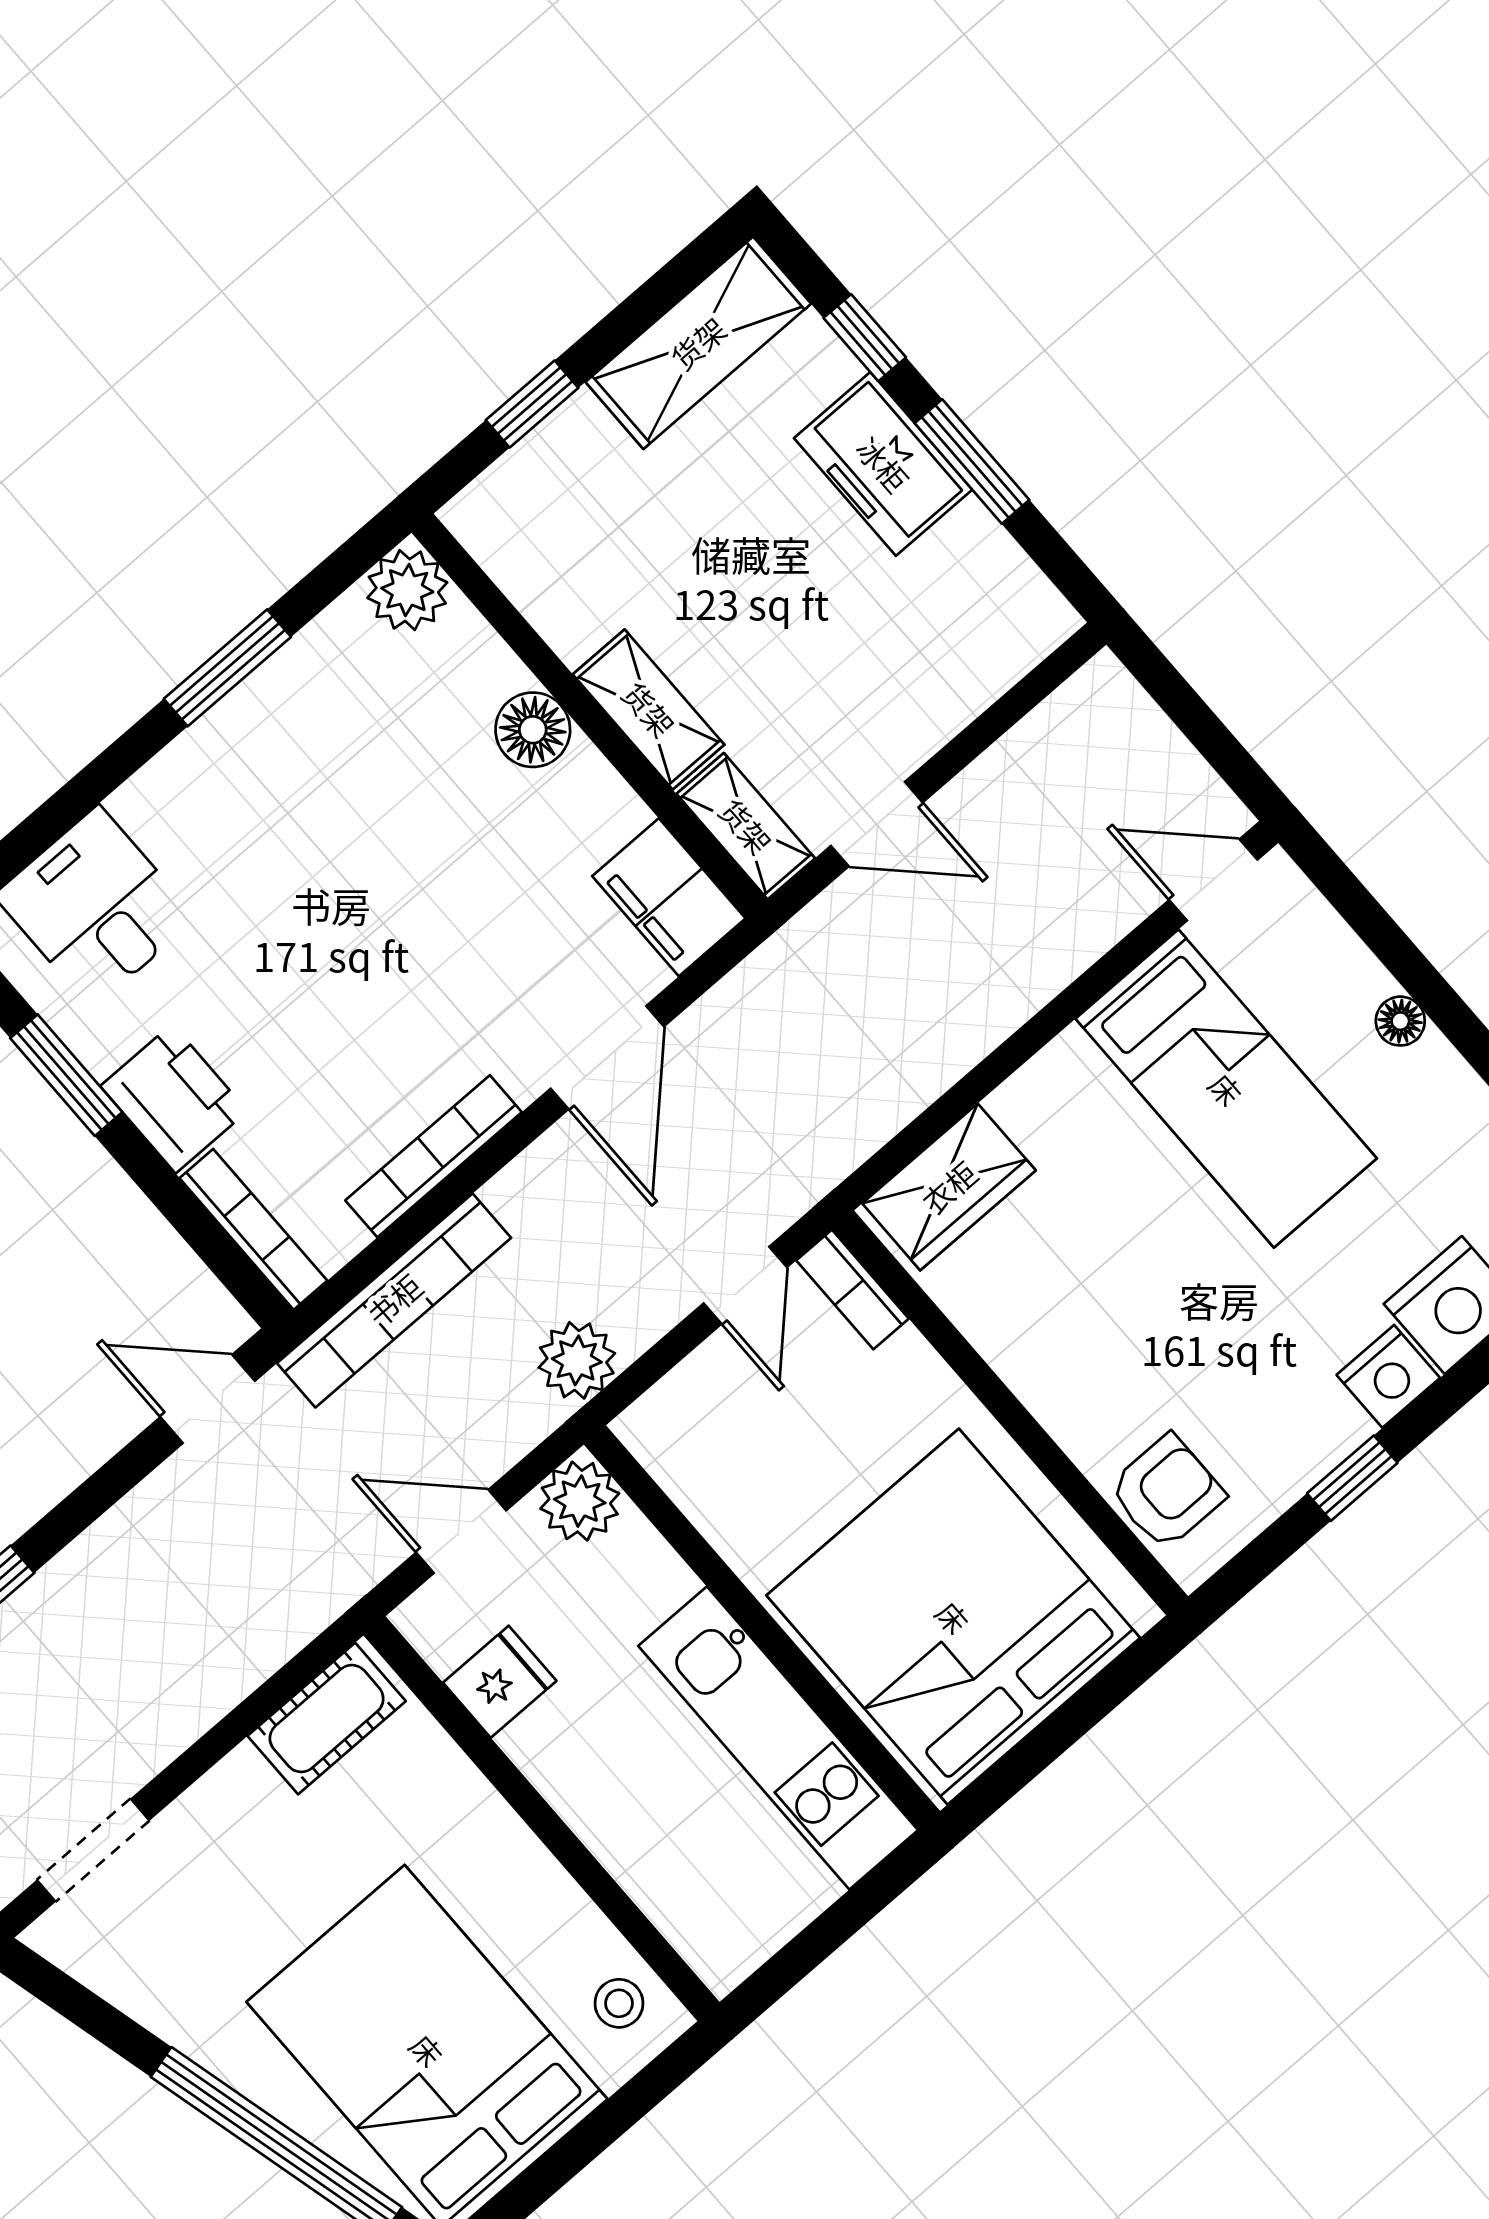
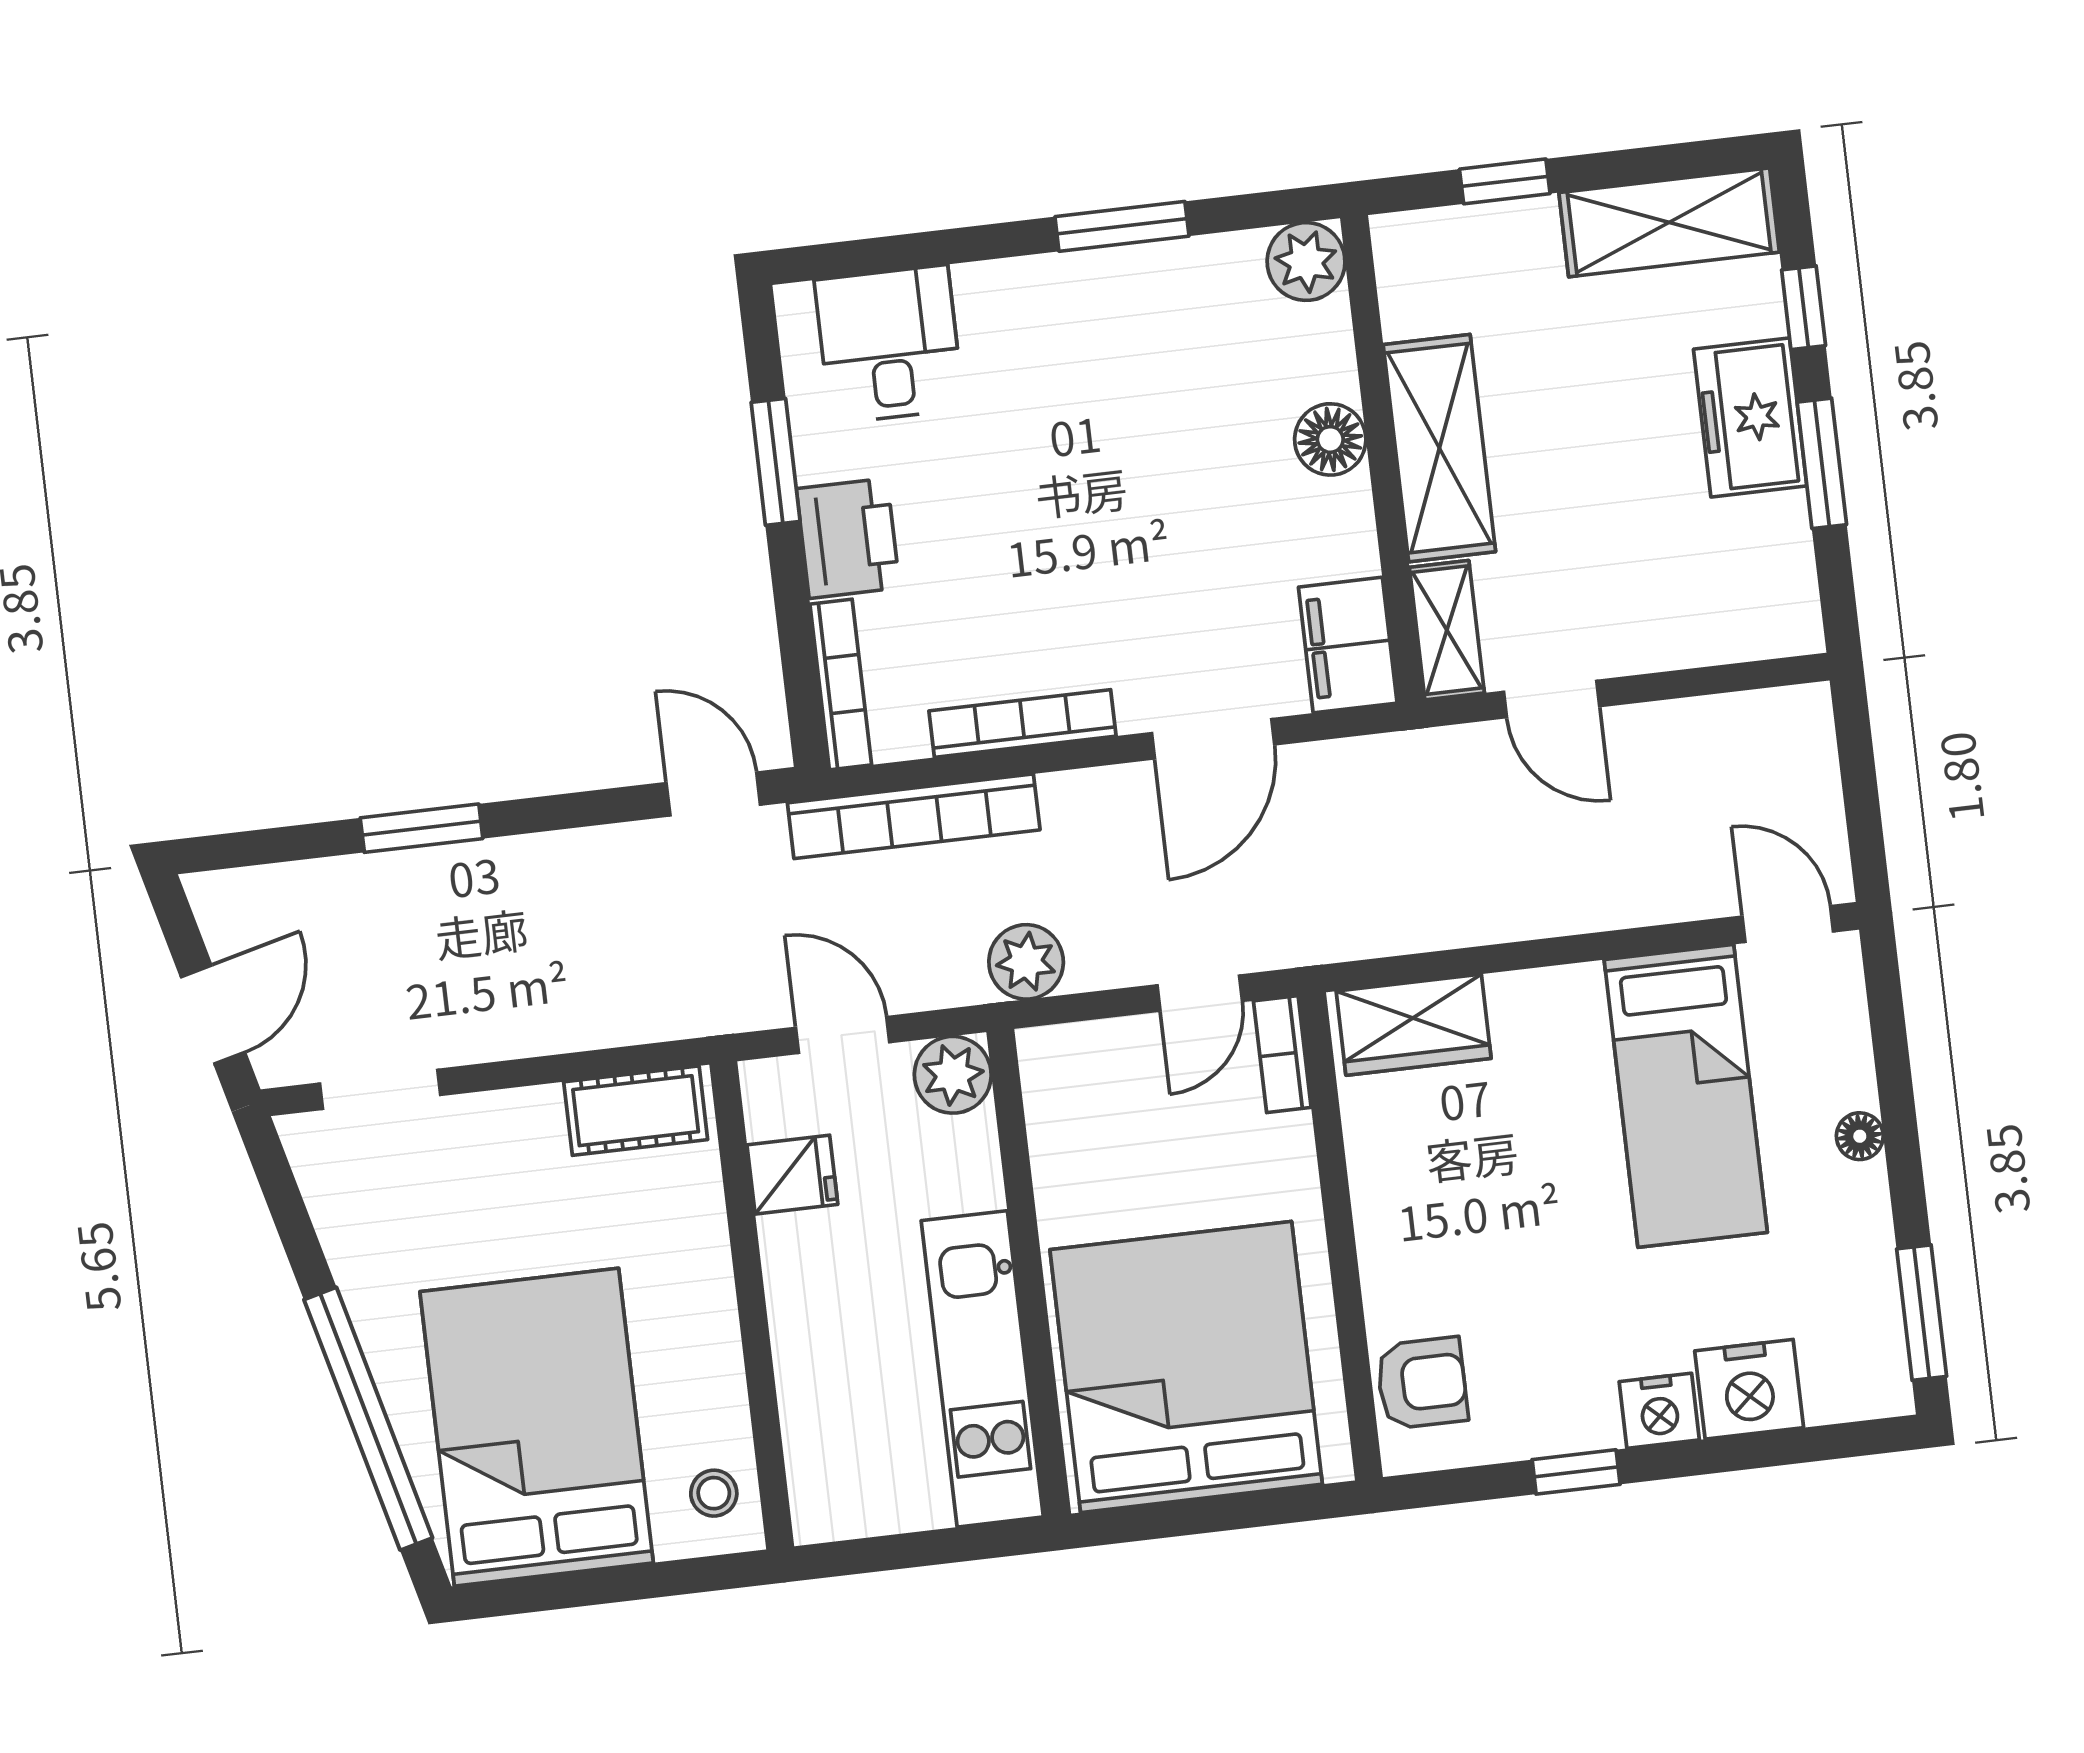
shelving: (649, 709) -> (1439, 448), width x1.50, depth x1.33

